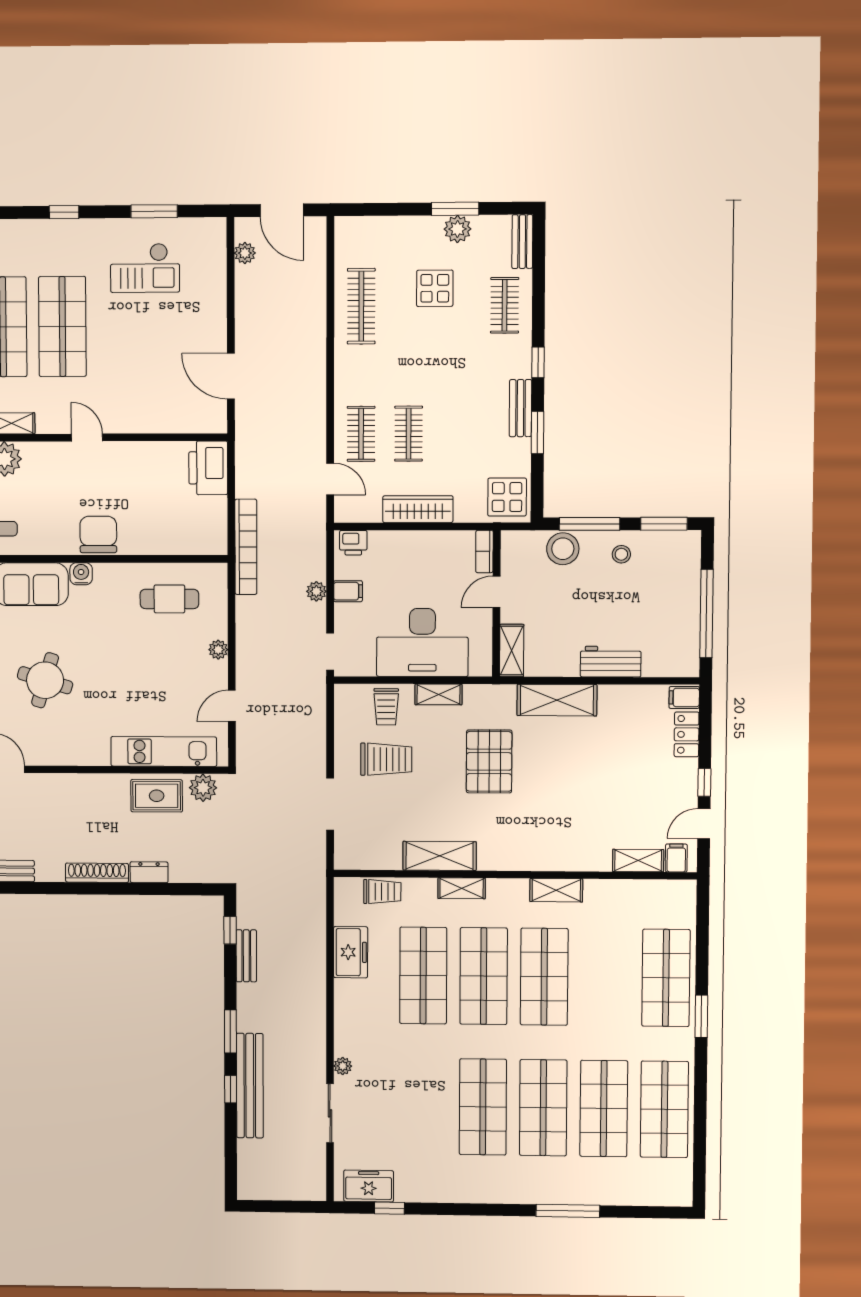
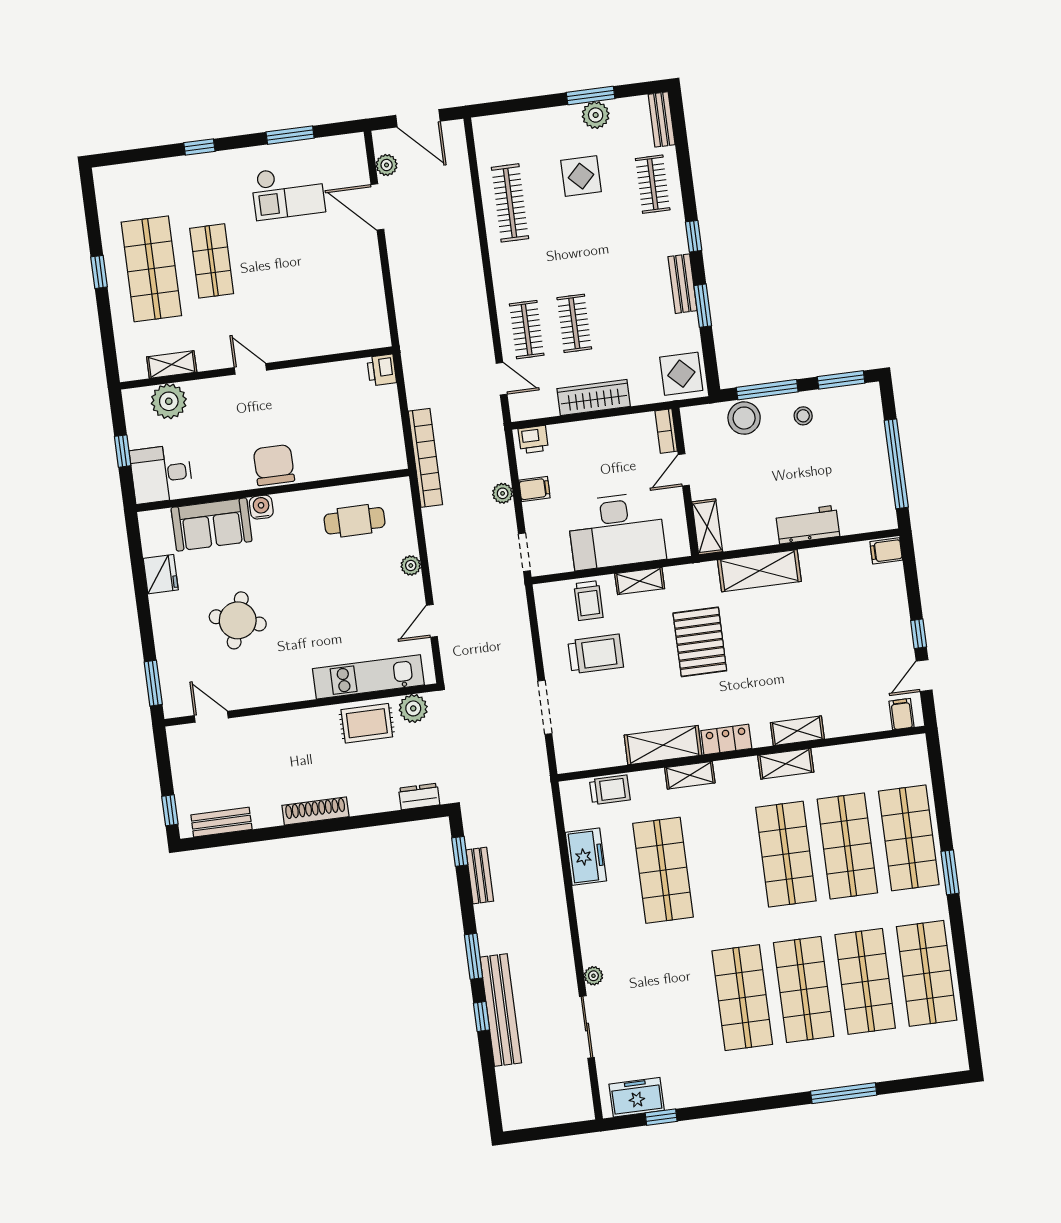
shop shelf: (62, 327) -> (212, 261), width x0.70, depth x0.74
door: (231, 376) -> (377, 207), moved
printer: (208, 468) -> (382, 370), width x0.53, depth x0.68
locker: (687, 734) -> (726, 739), moved, turned 90
shelving: (638, 861) -> (797, 731), moved
dresser: (149, 872) -> (419, 796), moved
shop shelf: (484, 976) -> (847, 846), moved

